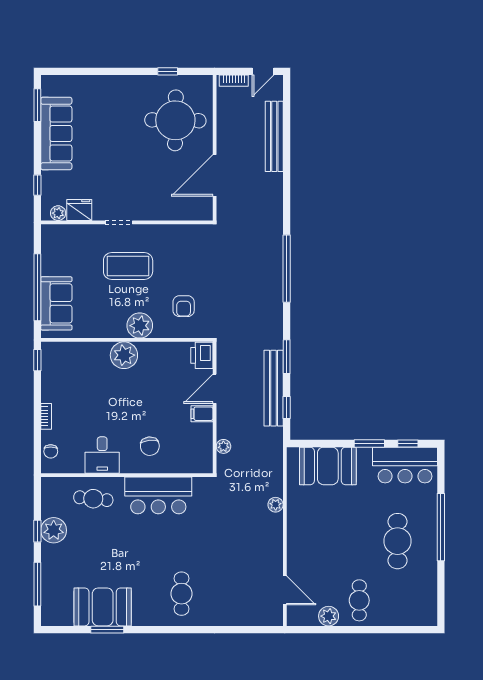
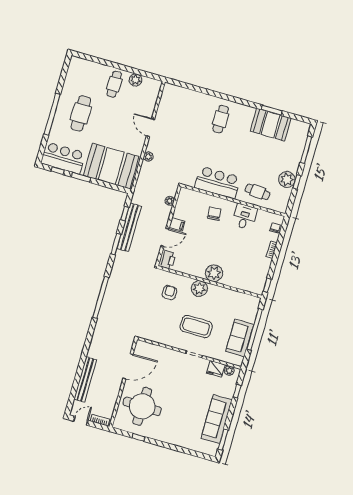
sofa: (56, 303) -> (240, 338), moved
booth: (328, 466) -> (111, 166), width x1.36, depth x1.42
door: (285, 590) -> (151, 127), moved

